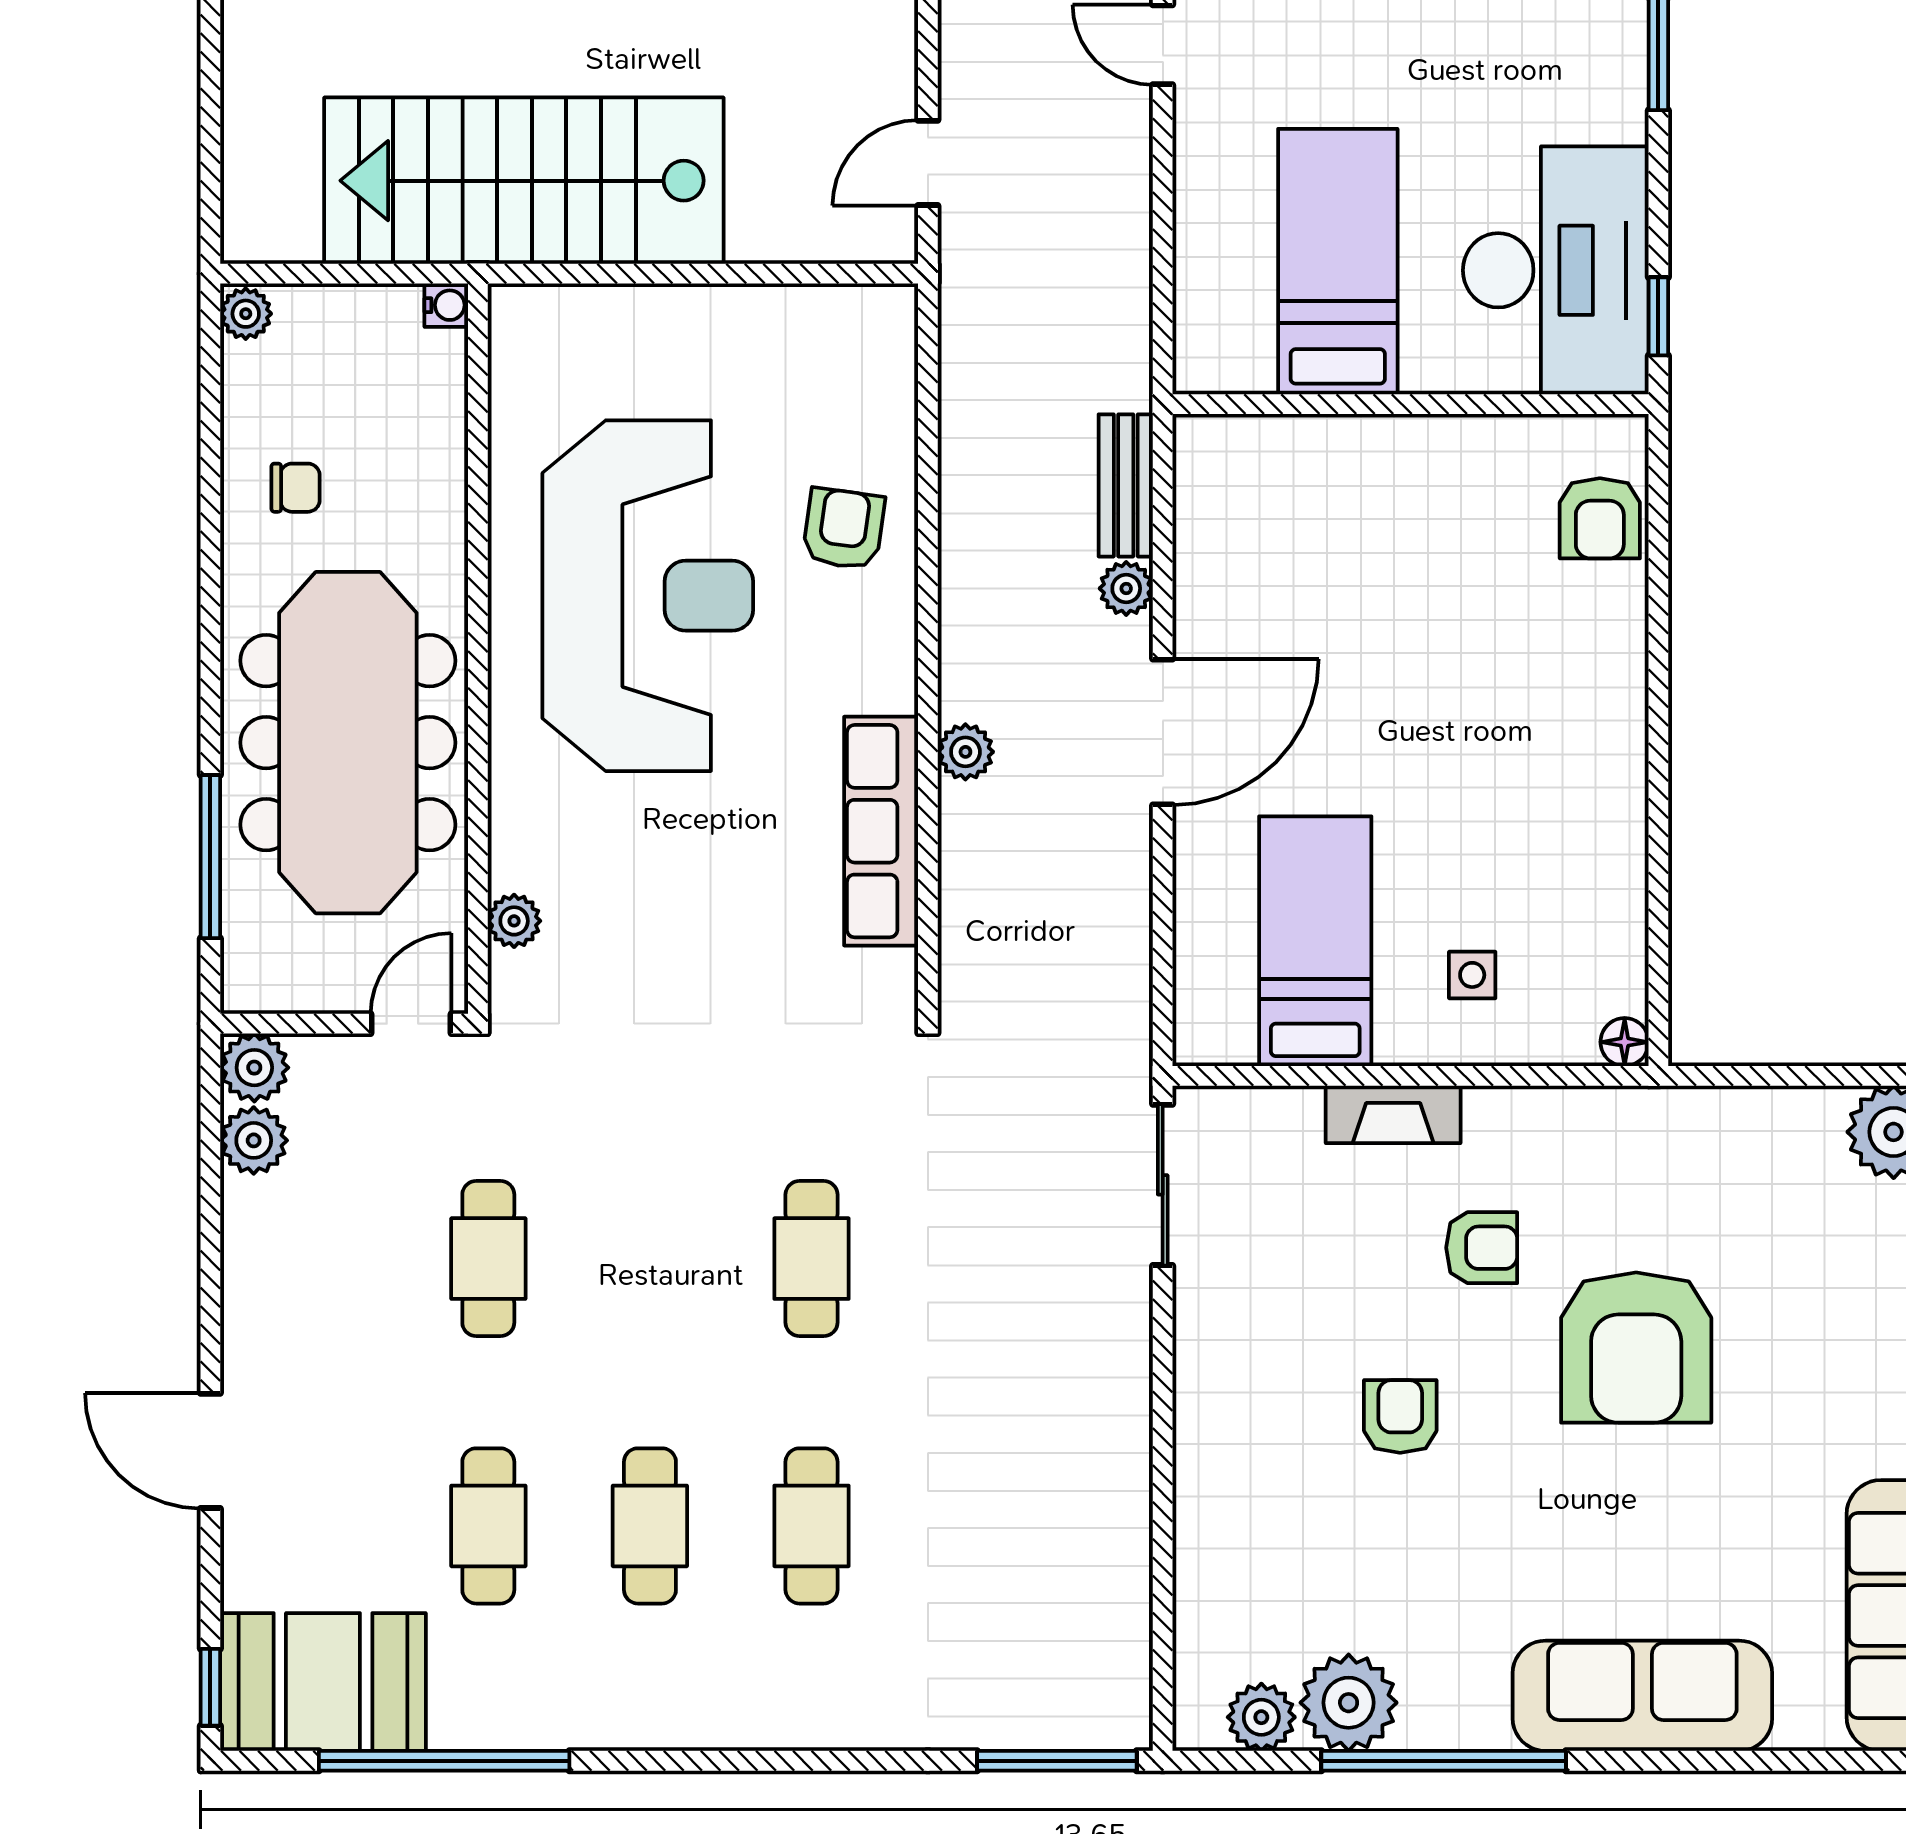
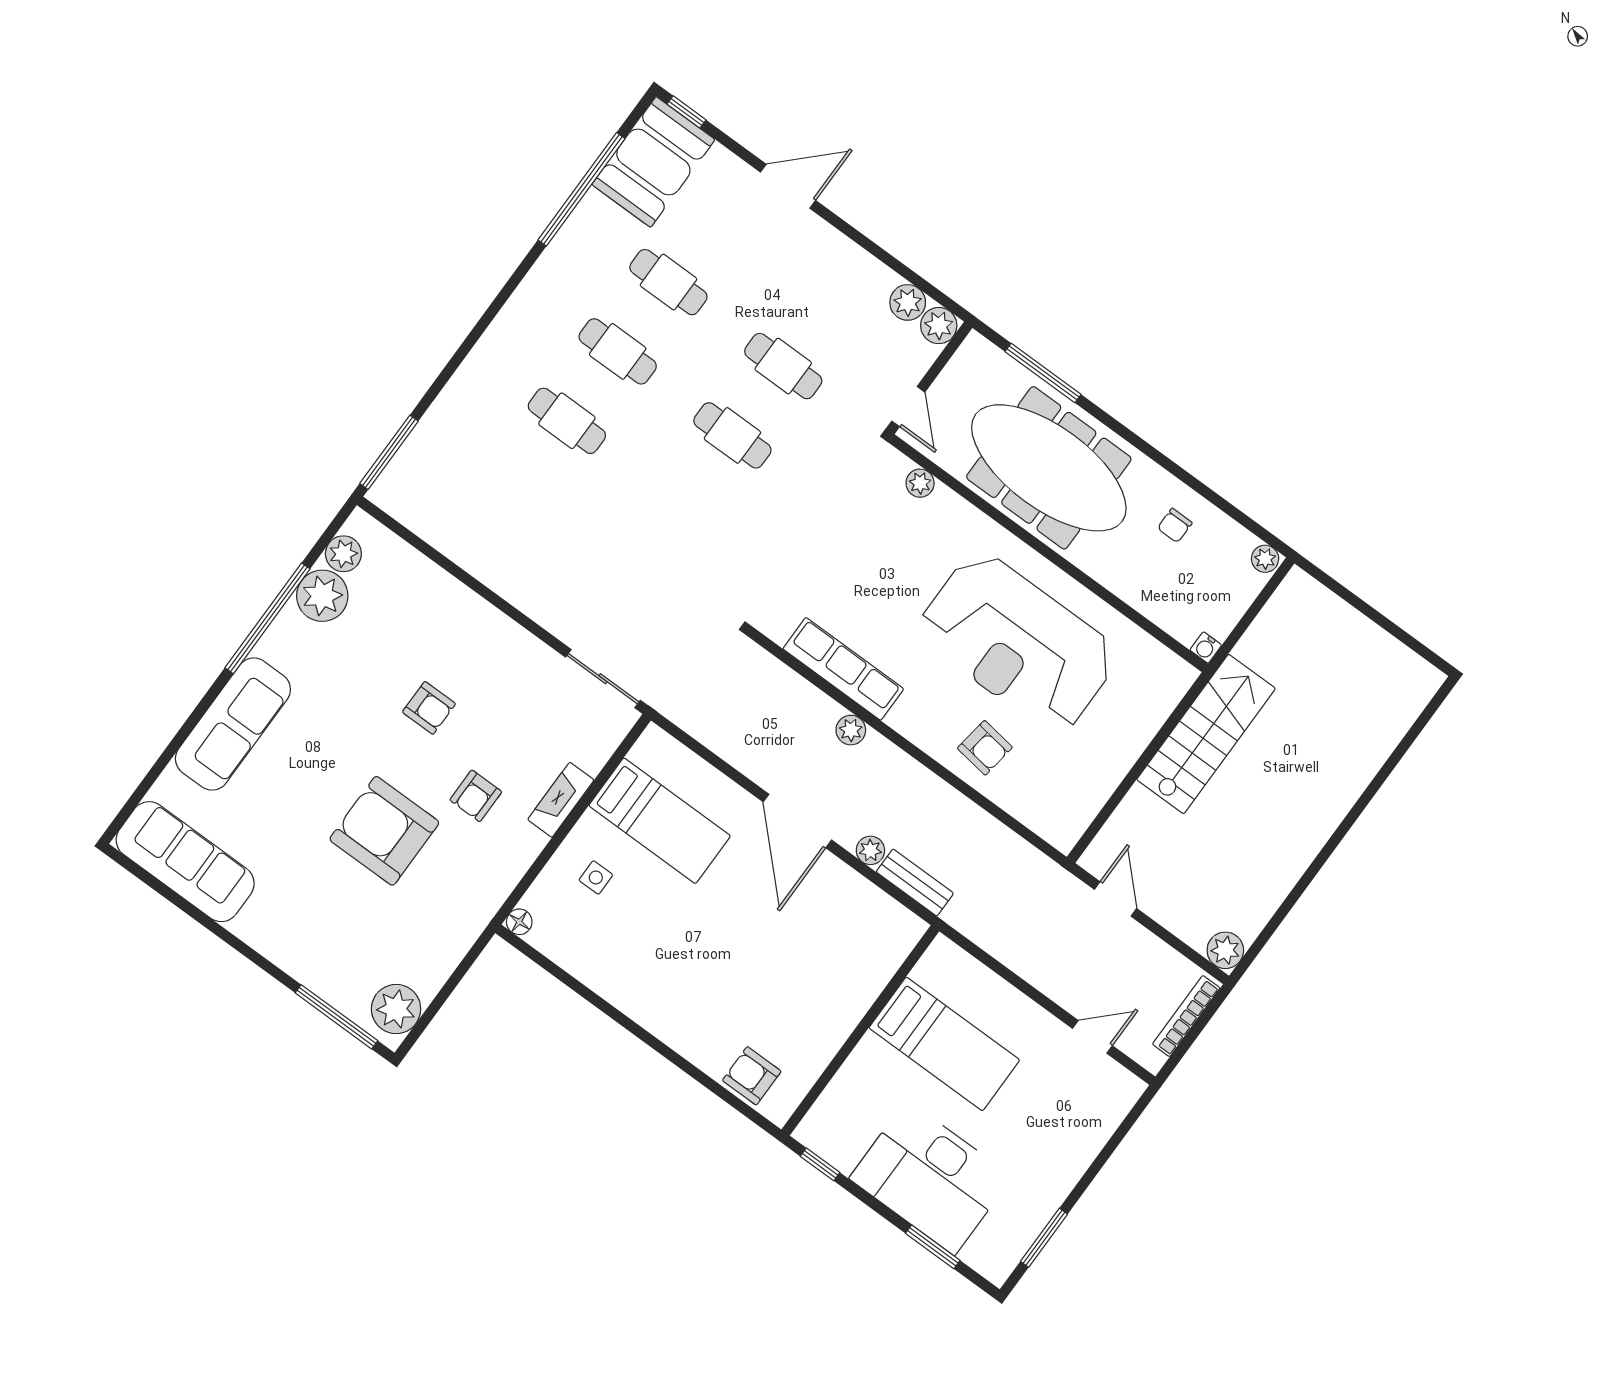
stairs: (524, 181) -> (1206, 734), width x0.73, depth x0.66
desk: (1556, 270) -> (931, 1178), moved
cafe table: (812, 1259) -> (732, 435), moved

